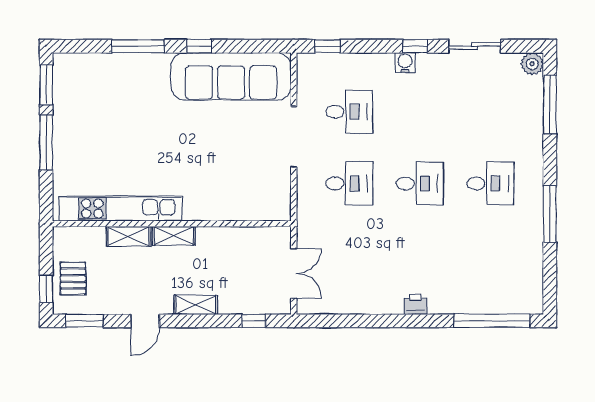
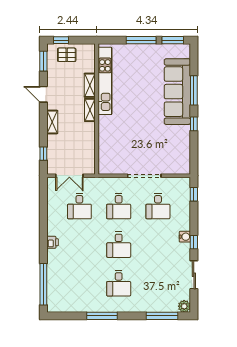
sofa: (231, 76) -> (177, 92), moved
desk: (349, 255) -> (79, 206), added

